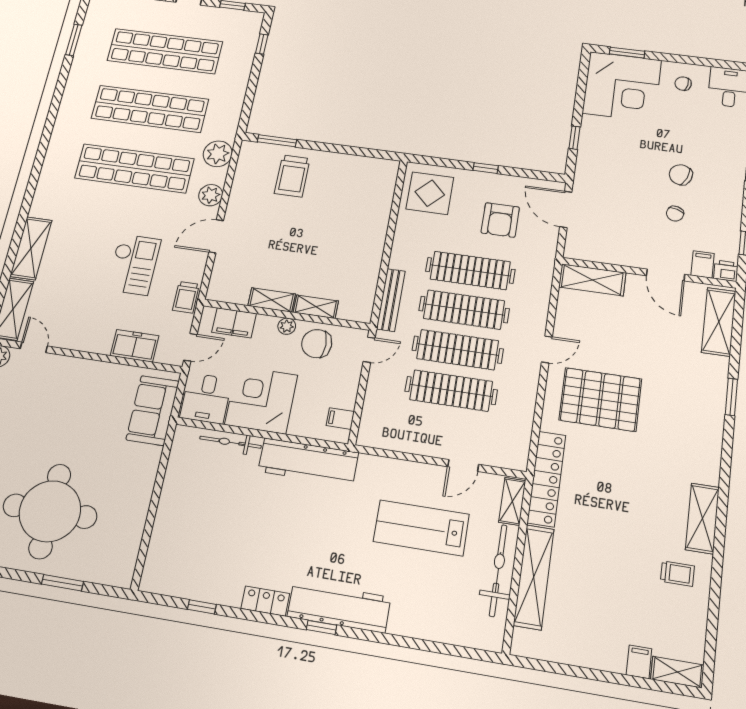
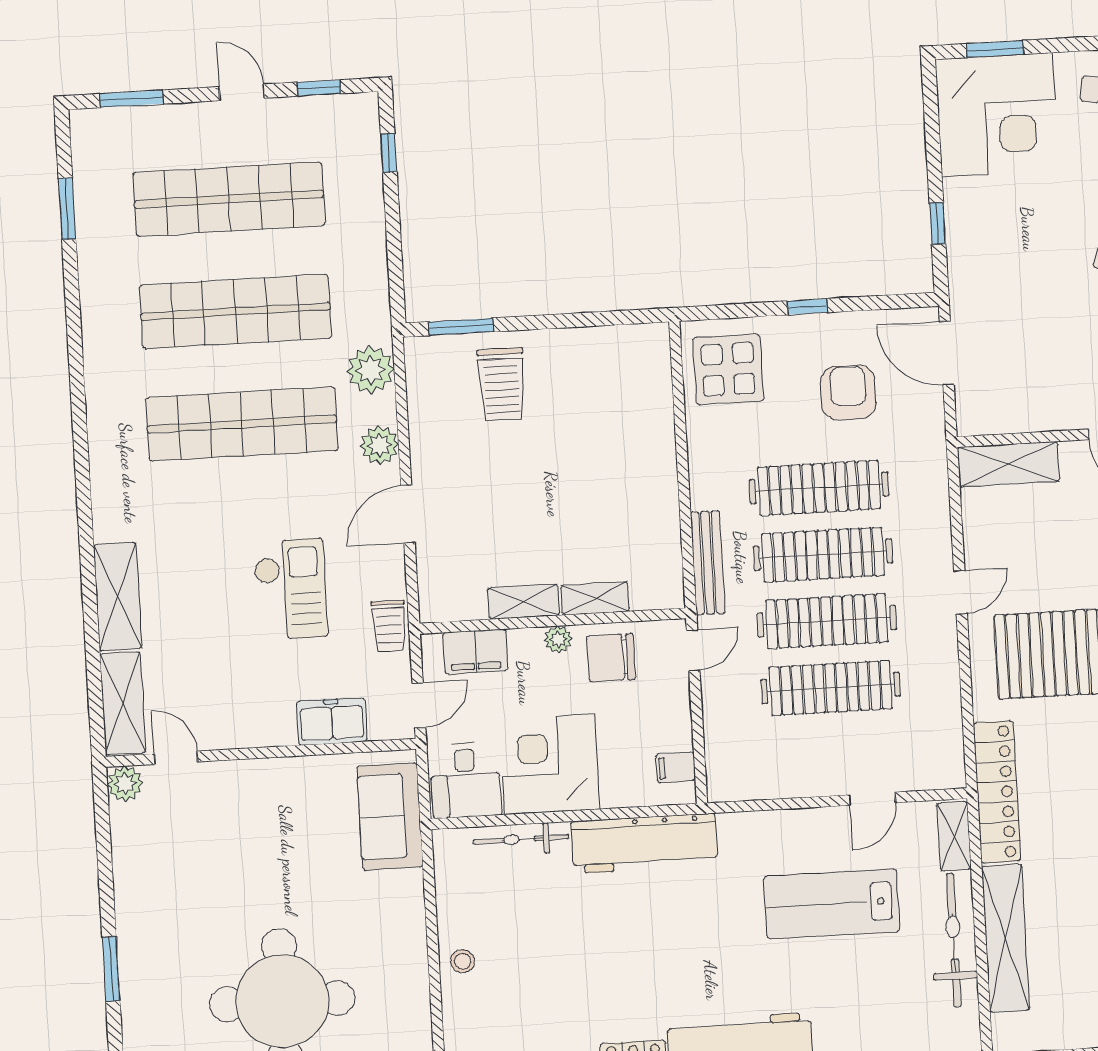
armchair: (500, 220) -> (848, 393), turned 180
stool: (172, 511) -> (462, 961), added

